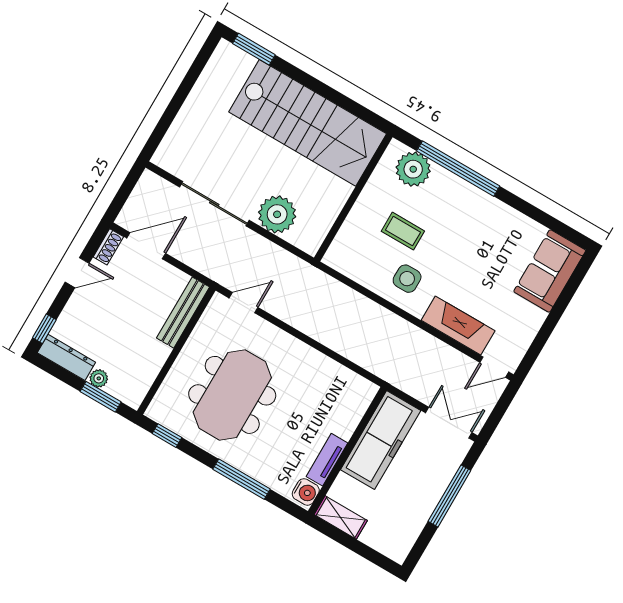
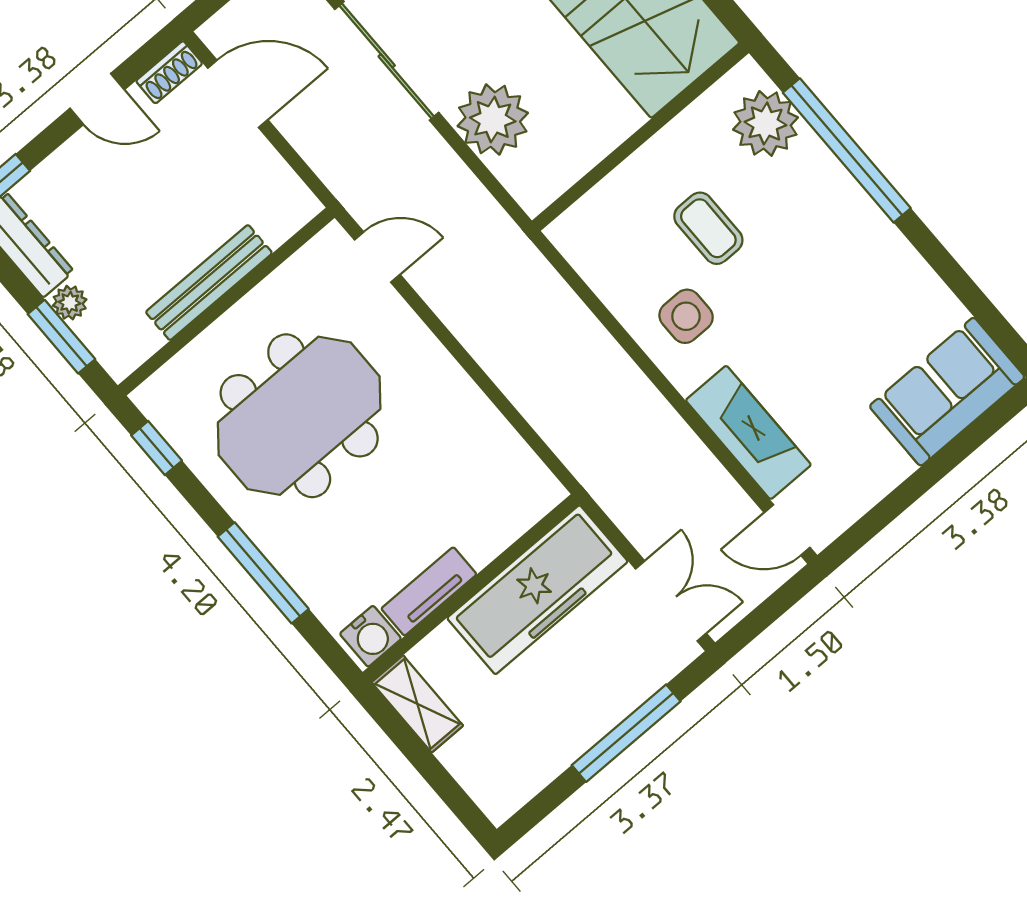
bench: (183, 313) -> (209, 283), moved

